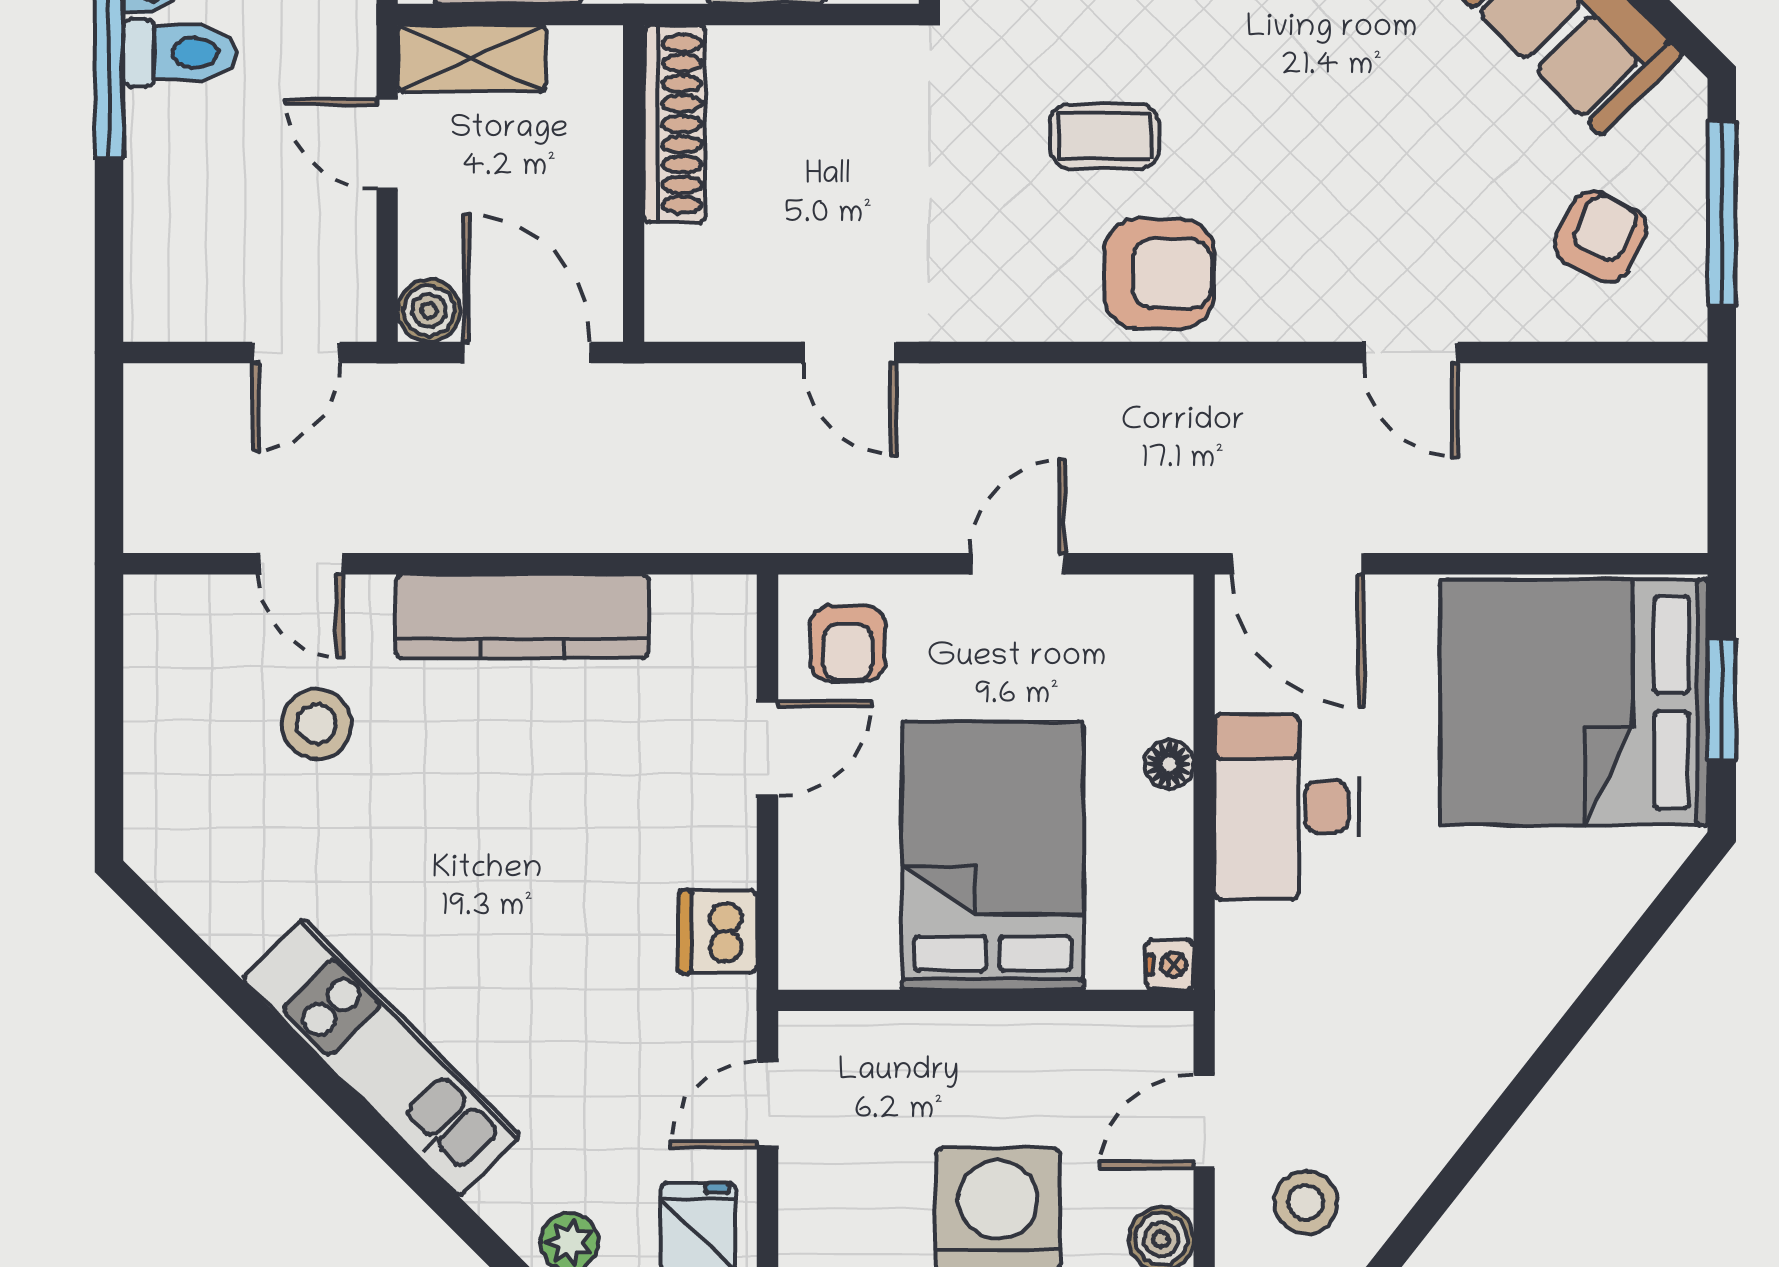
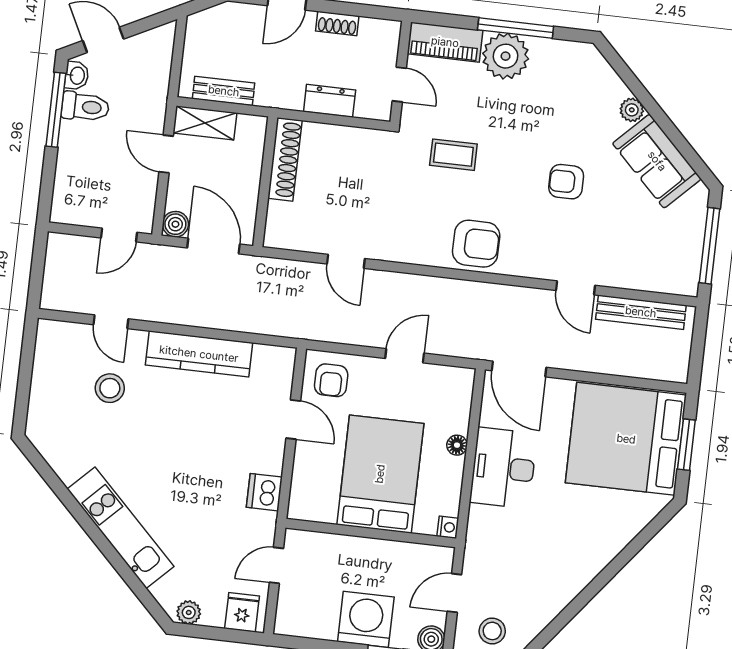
coffee table: (1105, 136) -> (453, 155), moved
armchair: (1601, 237) -> (566, 182), moved, turned -117
bench: (1575, 393) -> (641, 312), added
door: (767, 748) -> (293, 420), hinge flipped

